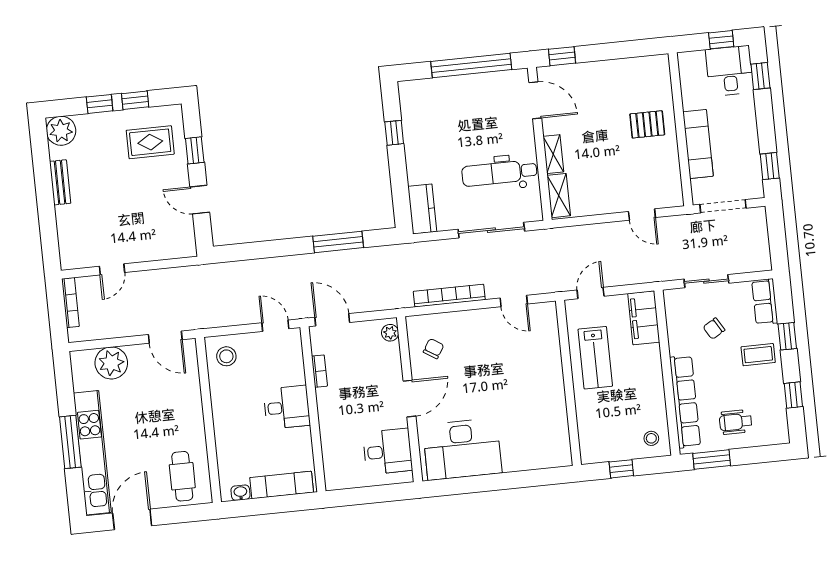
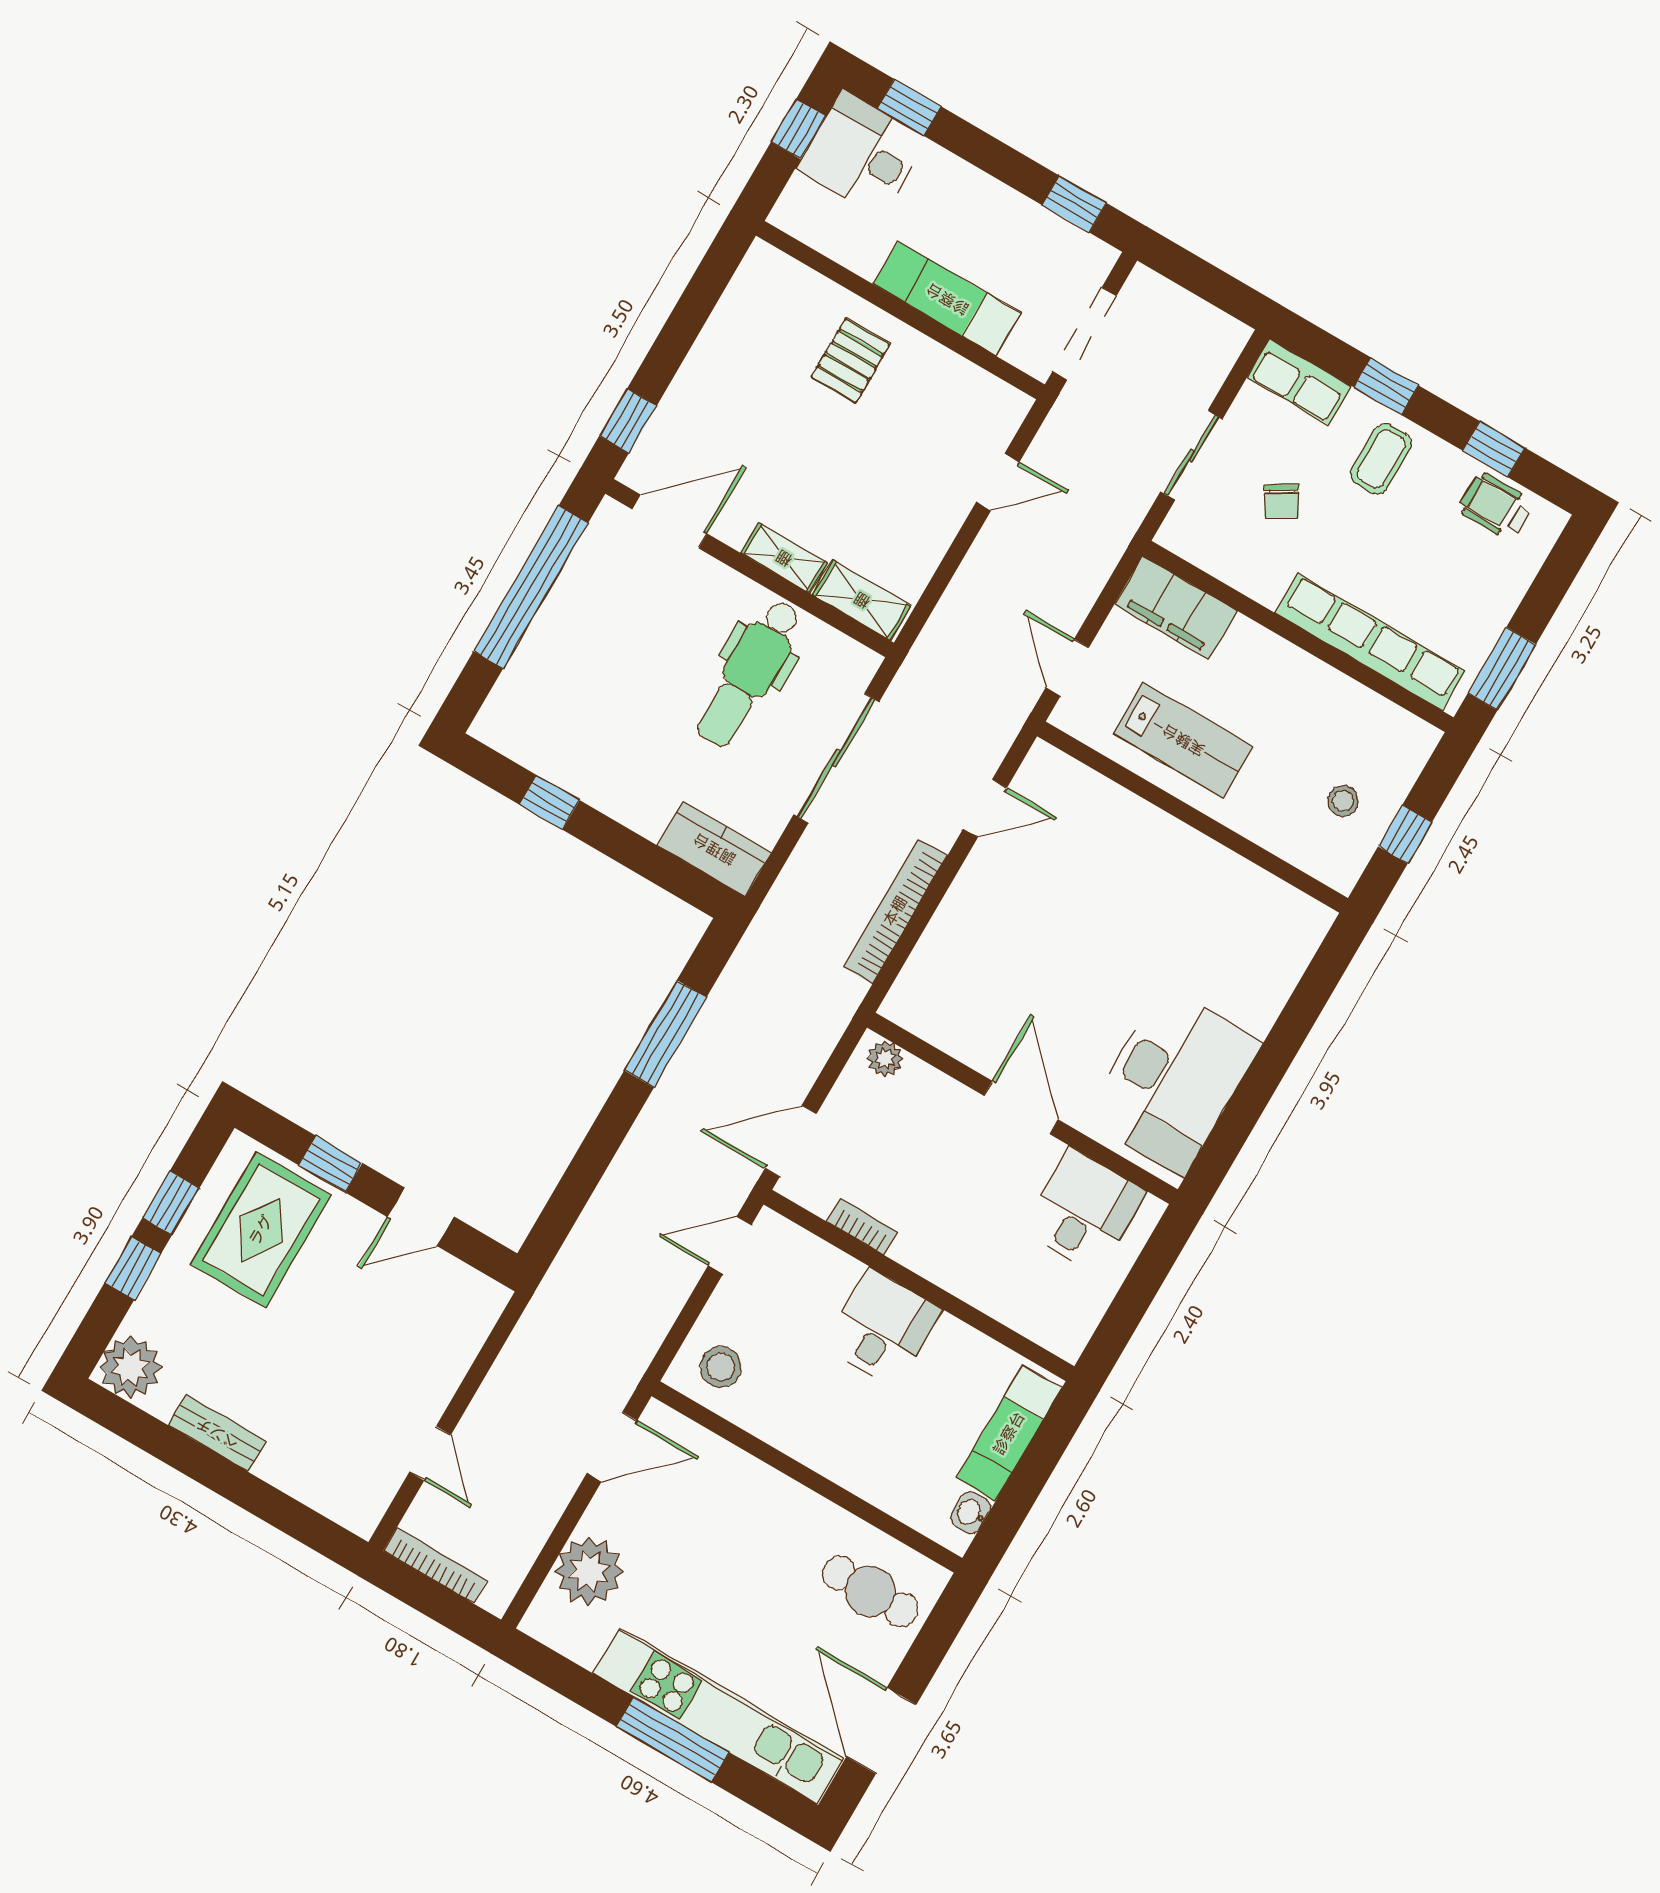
rug: (150, 142) -> (261, 1230), width x1.36, depth x1.43
chair: (434, 349) -> (966, 1004), removed
wheelchair: (736, 422) -> (1496, 506), moved, turned 90
stool: (651, 438) -> (1343, 801), moved

